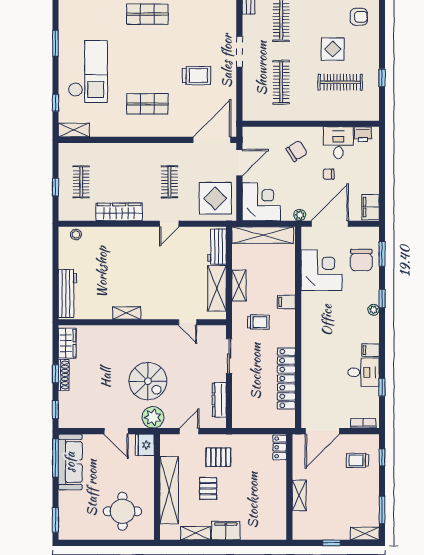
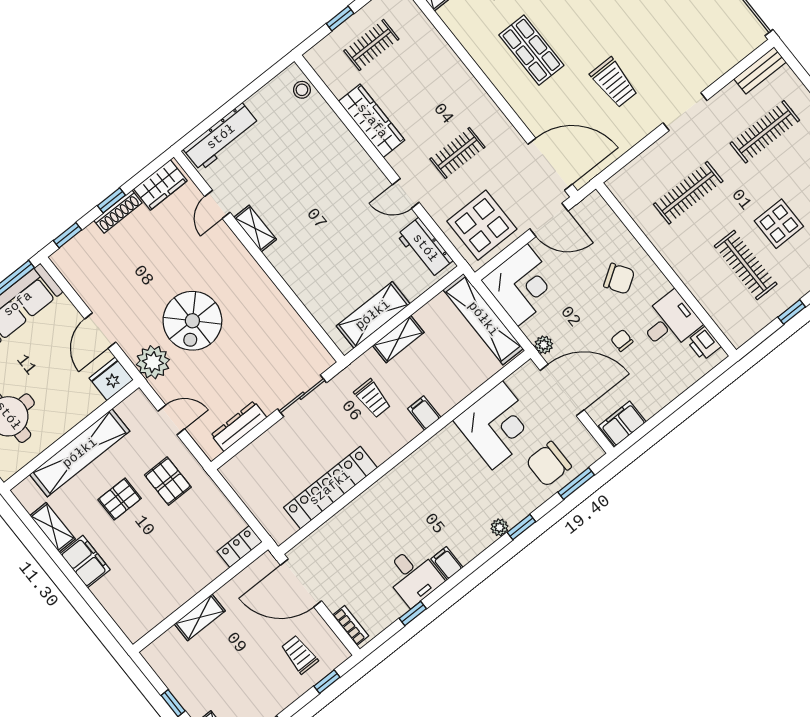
workbench: (217, 247) -> (425, 248), moved, turned -90
door: (188, 322) -> (217, 204), moved

